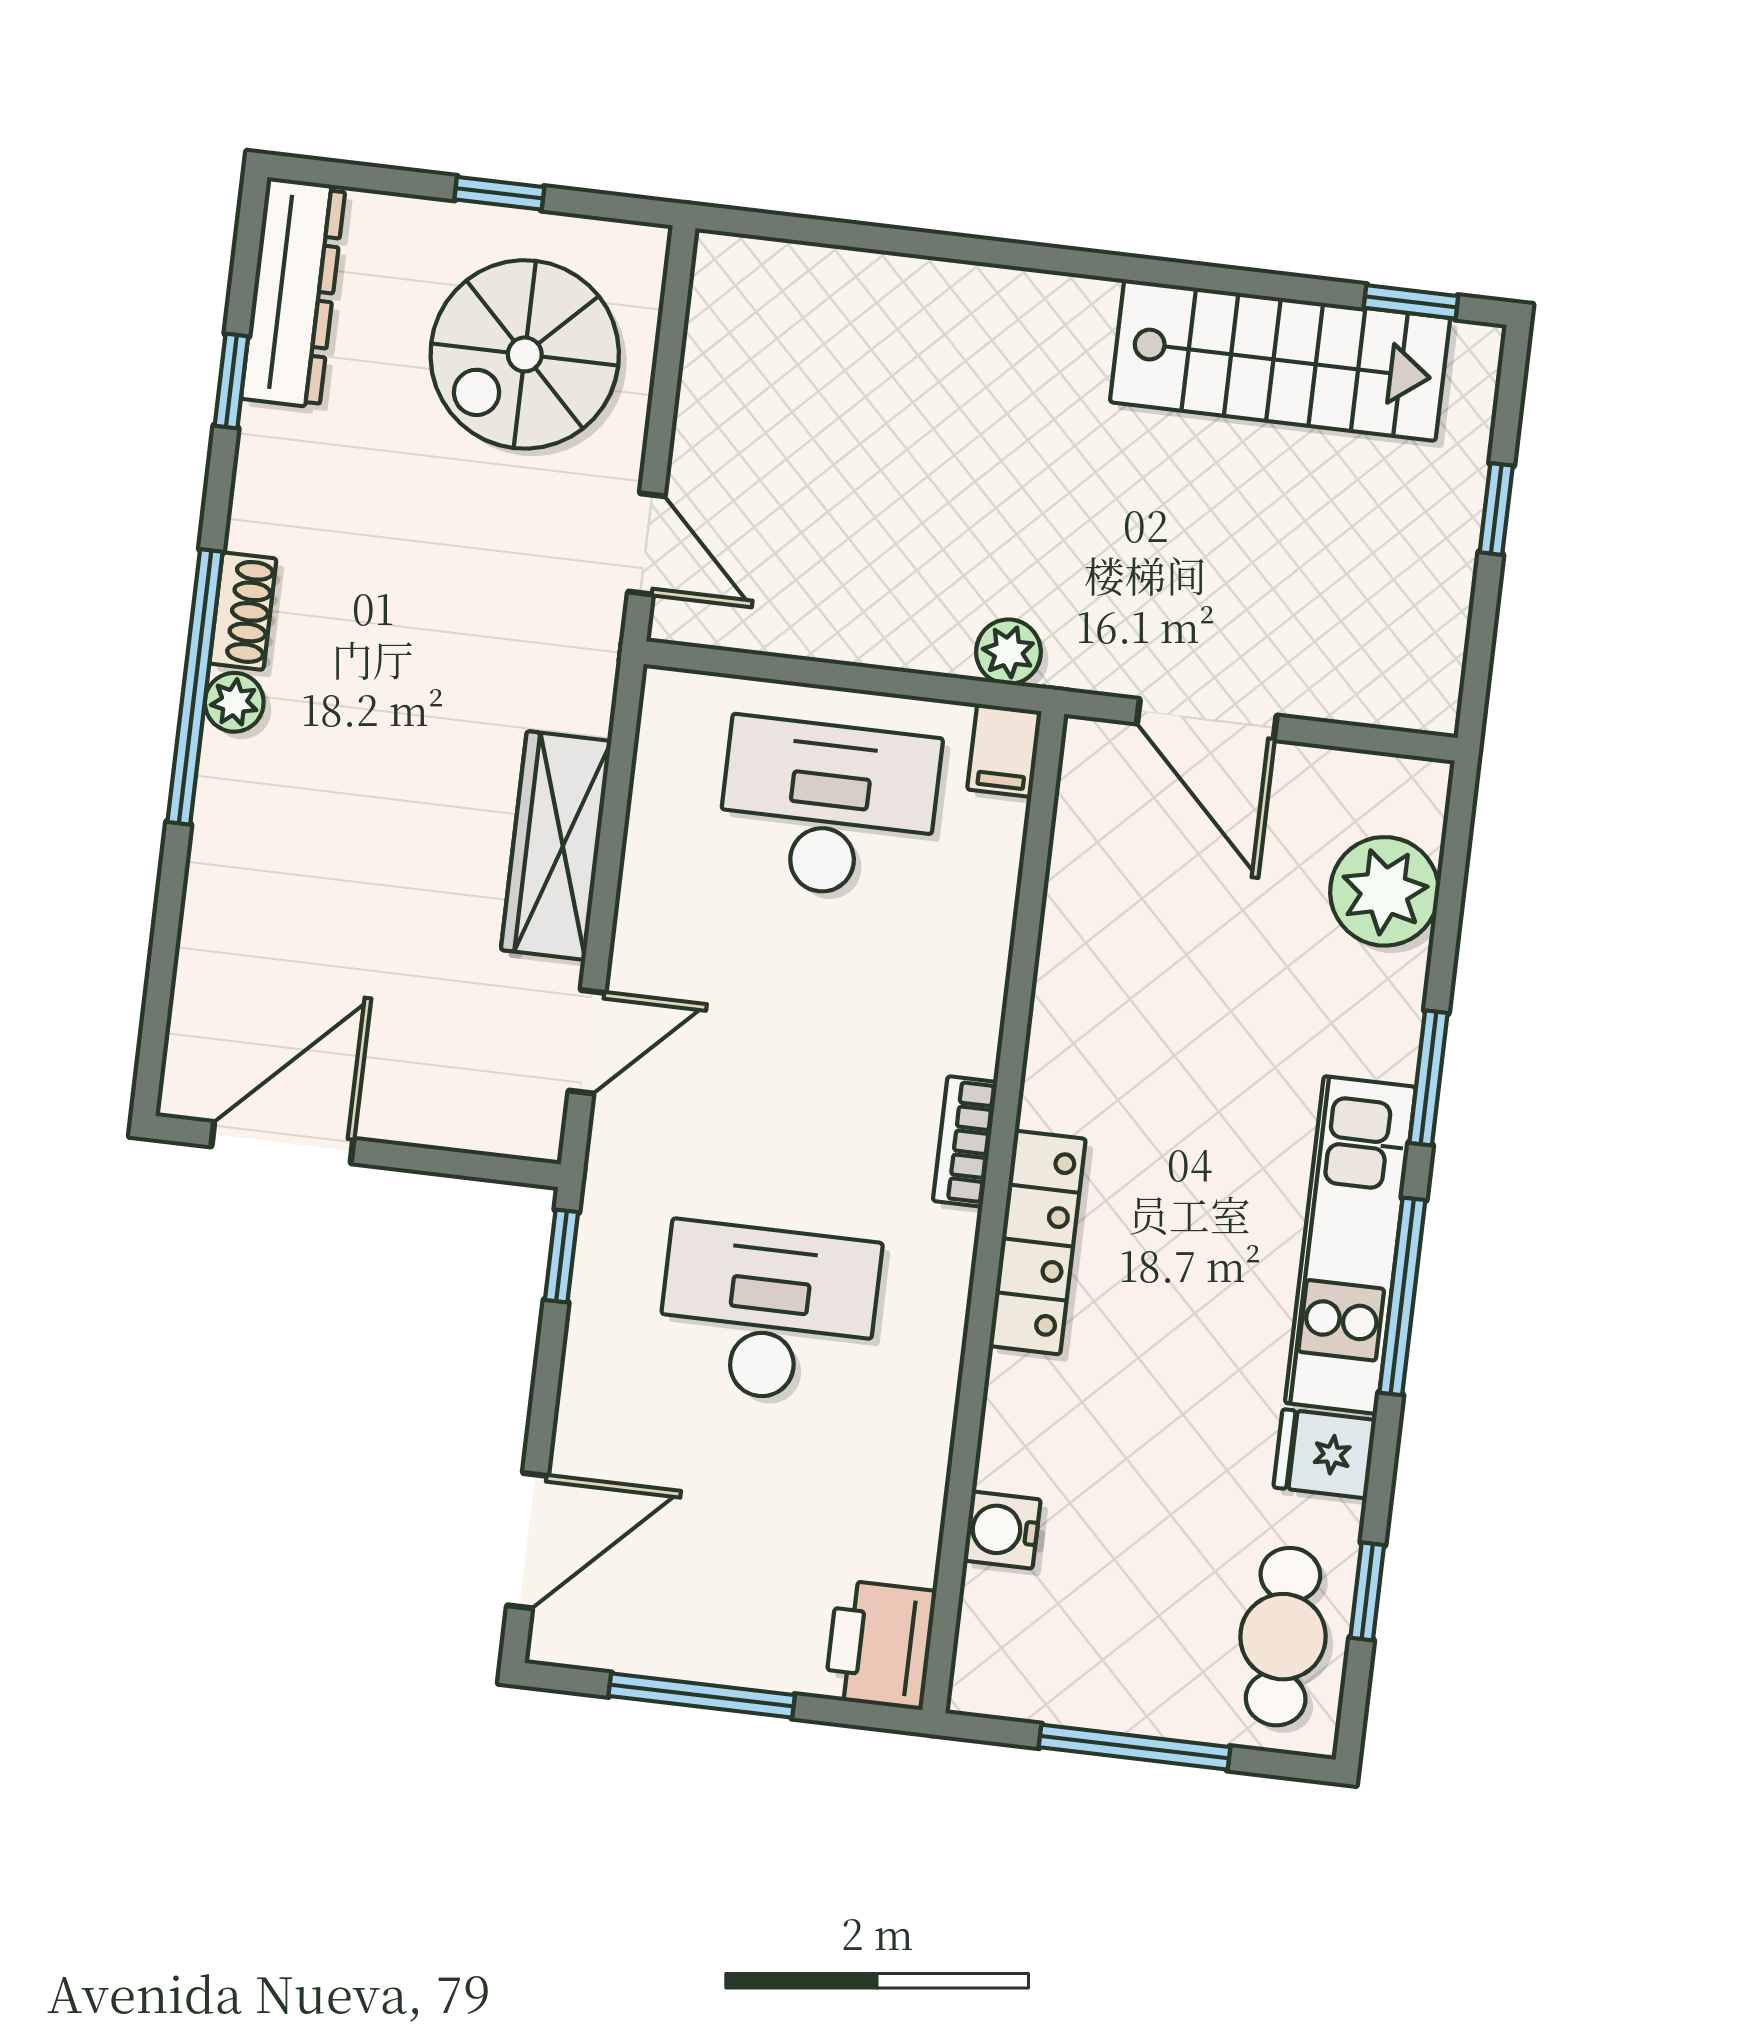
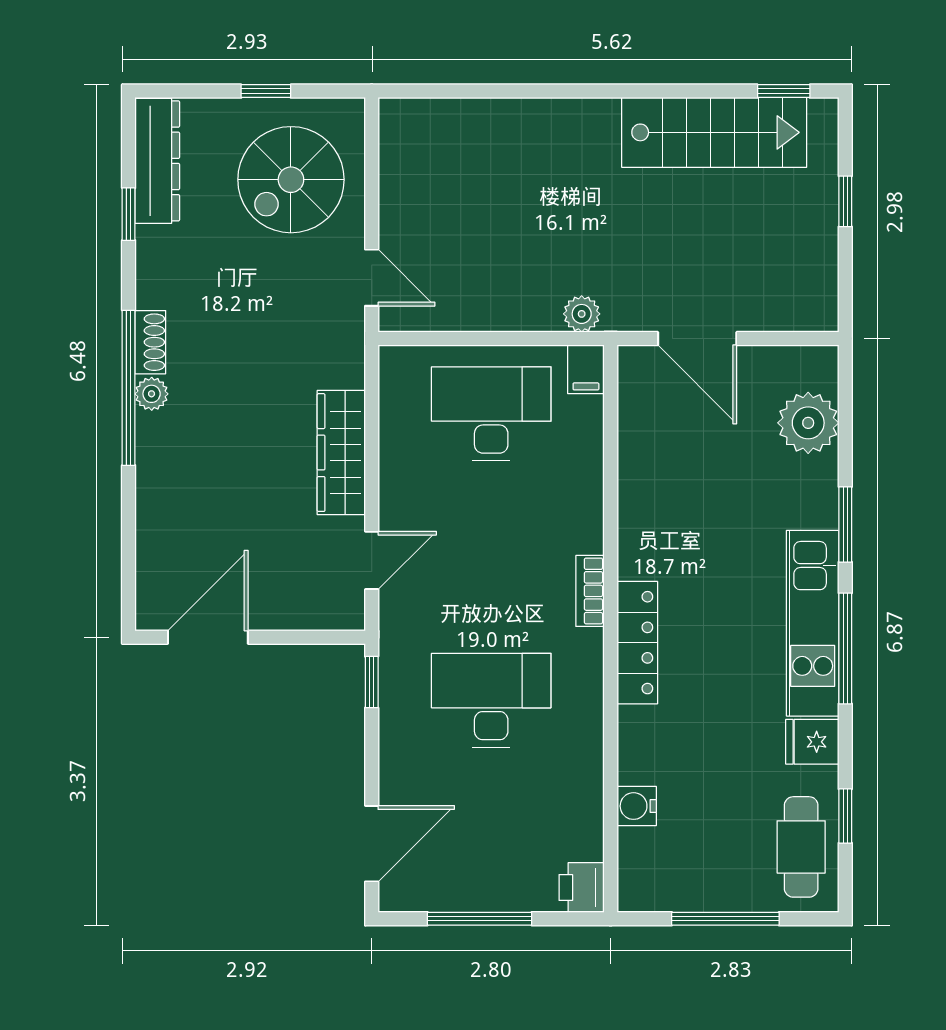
printer: (880, 1645) -> (582, 887), width x0.73, depth x0.81

